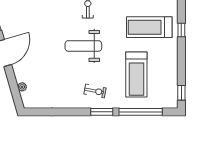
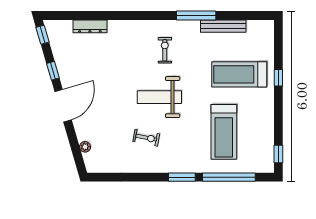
exercise bike: (95, 91) -> (146, 138), moved

